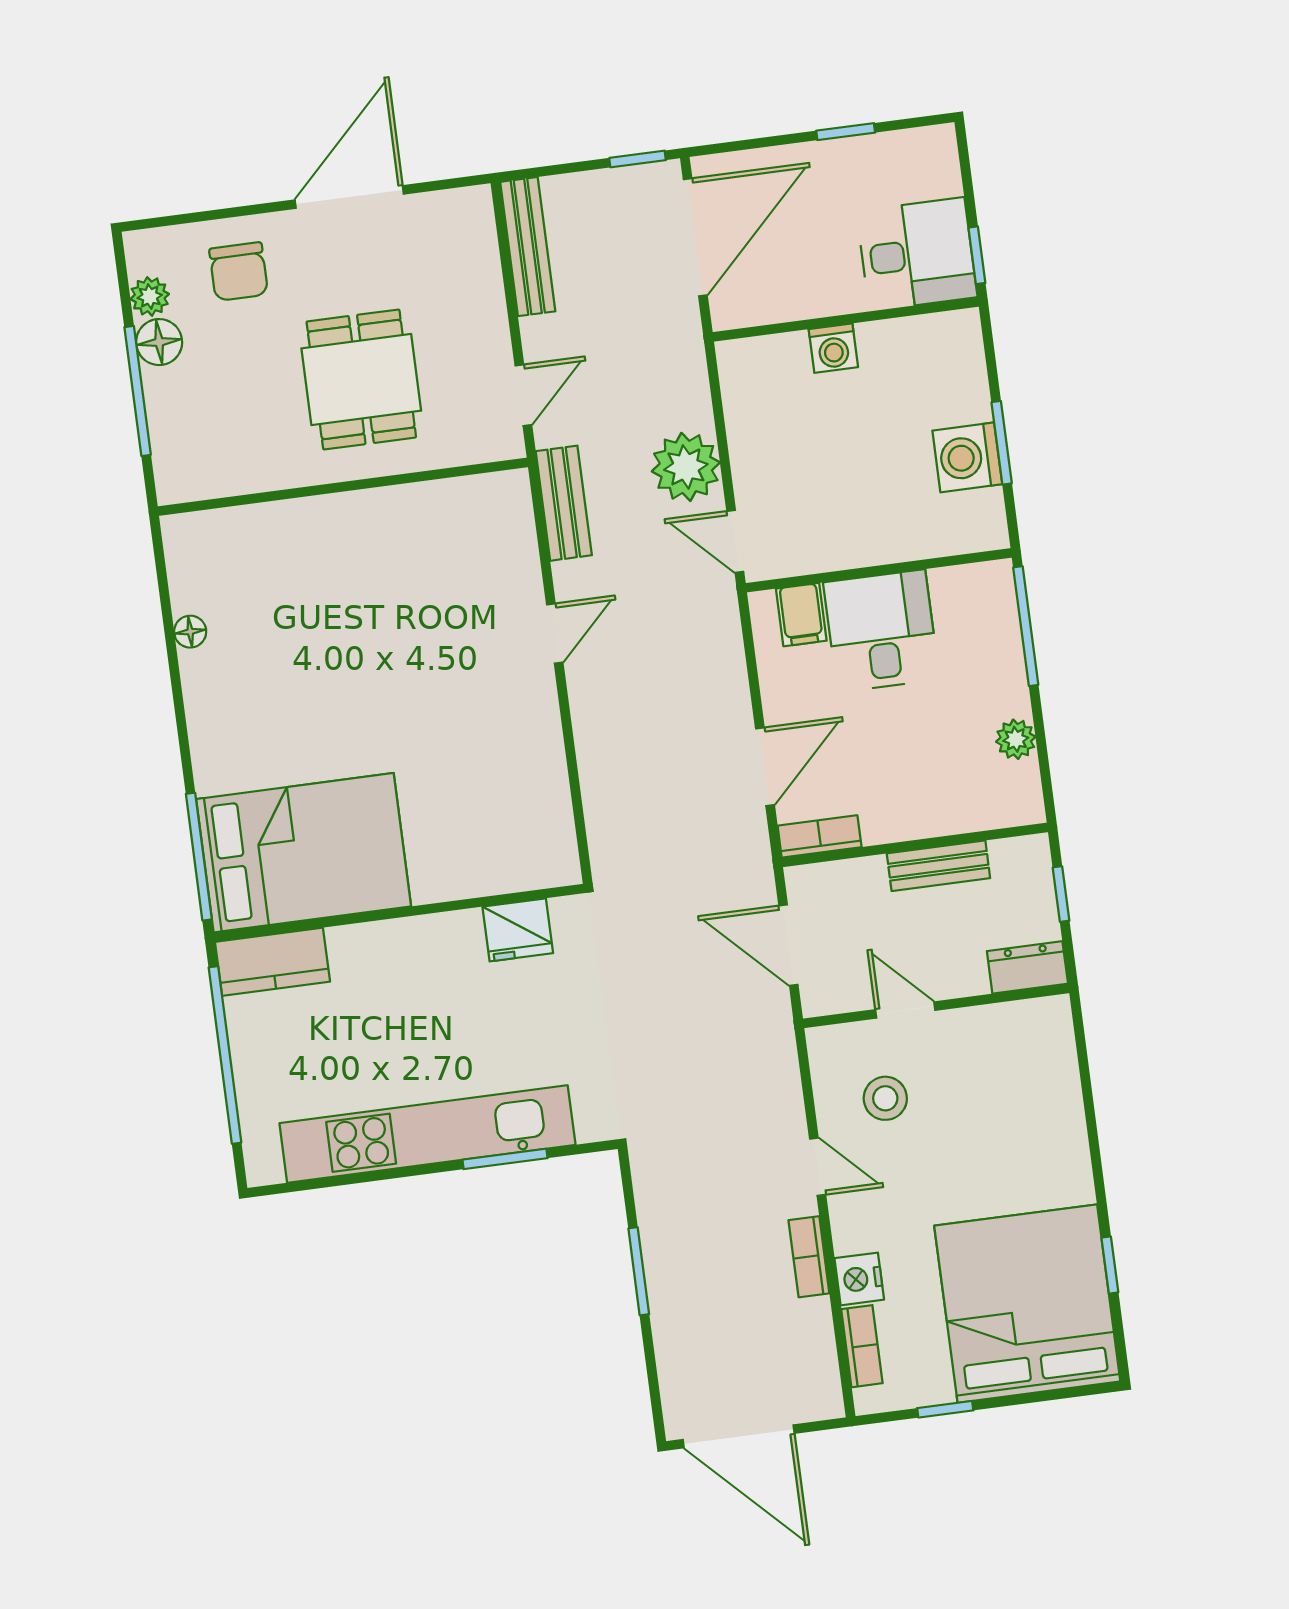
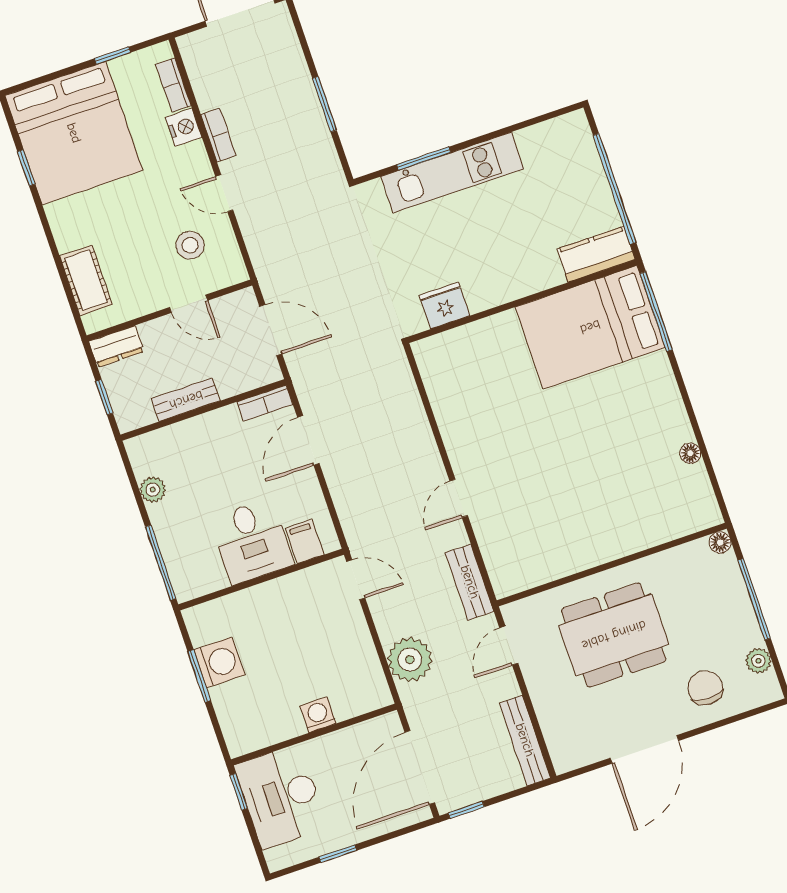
desk: (917, 254) -> (281, 797), width x1.37
floor lamp: (159, 342) -> (720, 542), moved, width x0.73, depth x0.73
dining table: (361, 379) -> (614, 635), width x1.38
plant: (686, 467) -> (410, 660), moved
cot: (1053, 1077) -> (86, 280), added
kitchen unit: (427, 1134) -> (452, 173), width x0.73

